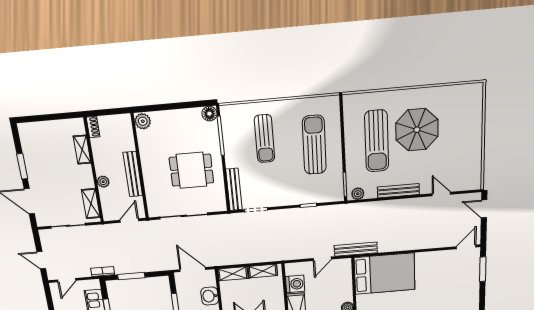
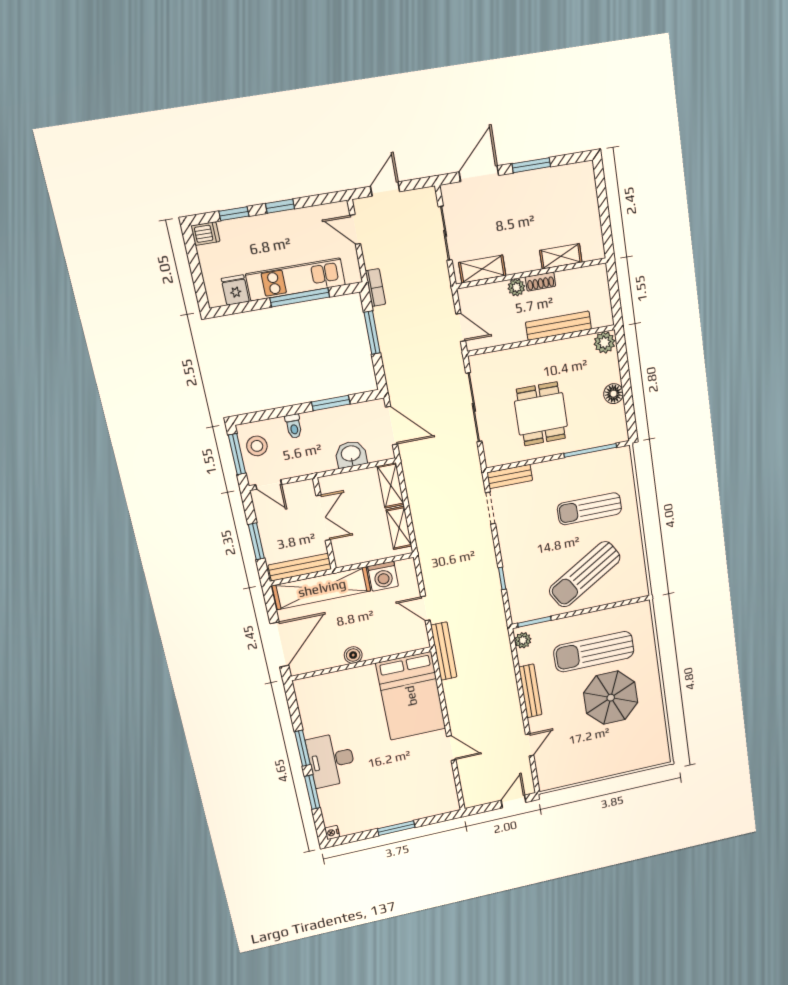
floor lamp: (209, 114) -> (613, 394), moved
shoe rack: (93, 127) -> (540, 282), moved
sun lounger: (314, 145) -> (585, 574), turned 148
bench: (133, 174) -> (559, 326), moved
bench: (234, 189) -> (510, 477), width x0.73
door: (466, 247) -> (451, 748), moved
window: (483, 269) -> (396, 828), moved
door: (193, 270) -> (392, 426), hinge flipped

